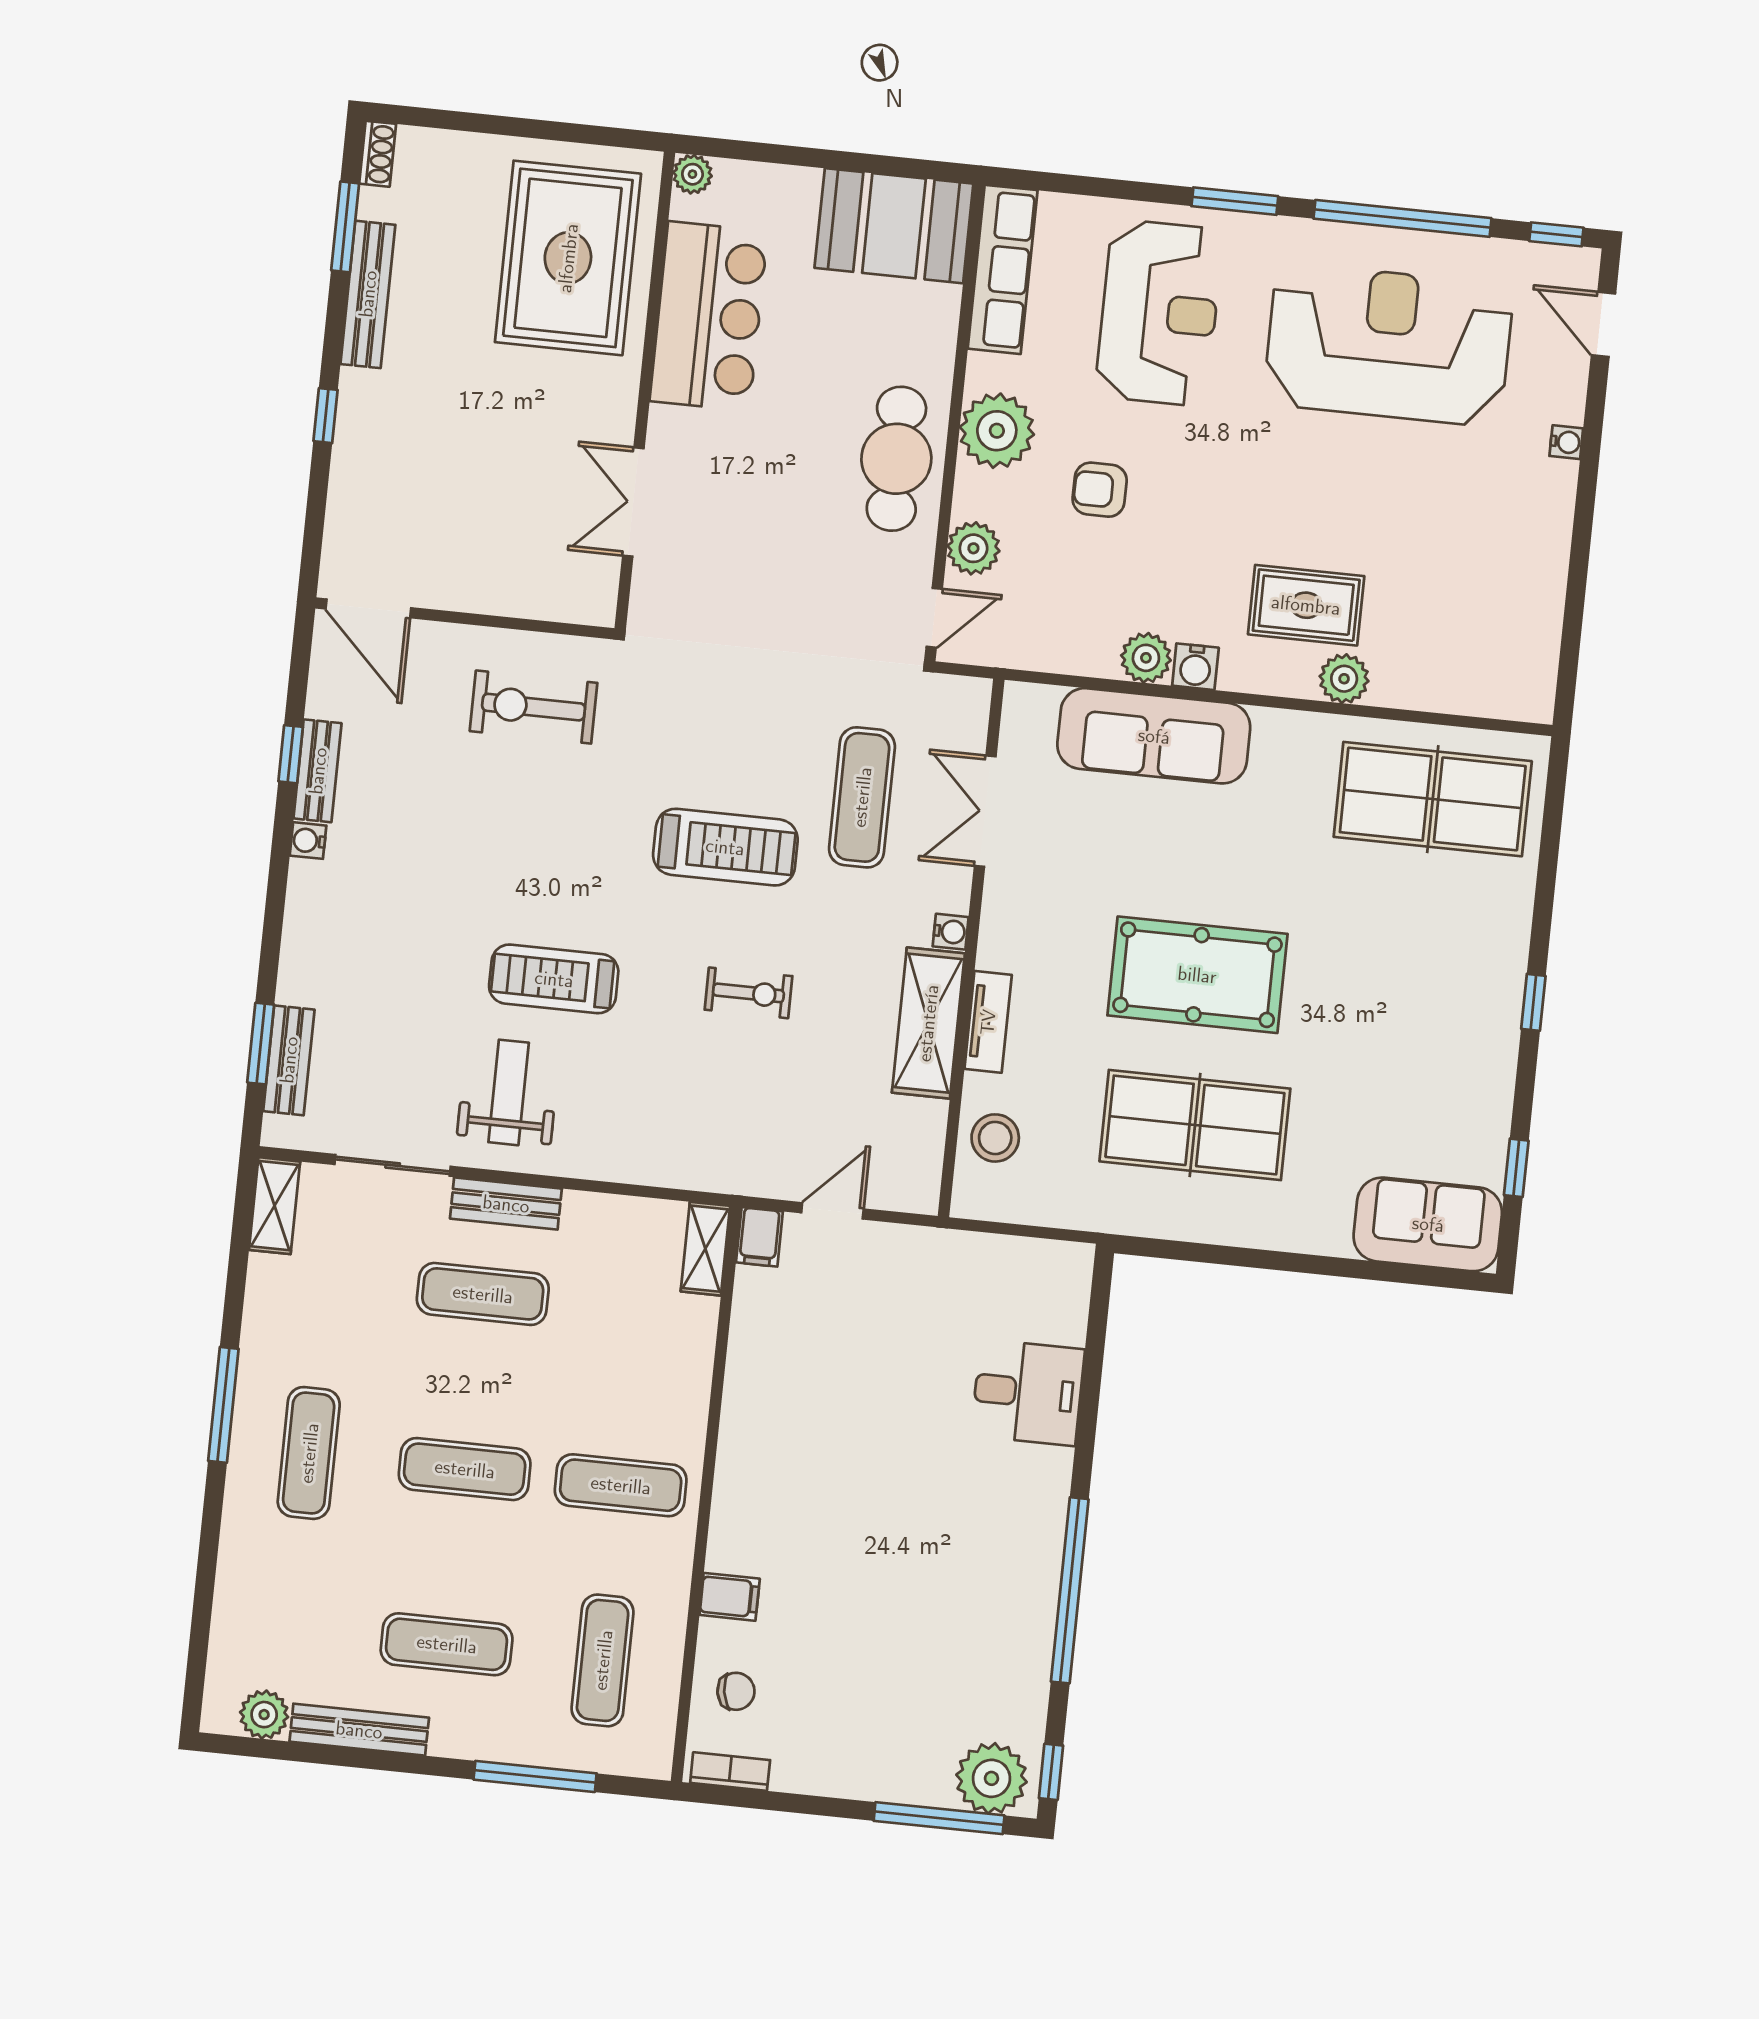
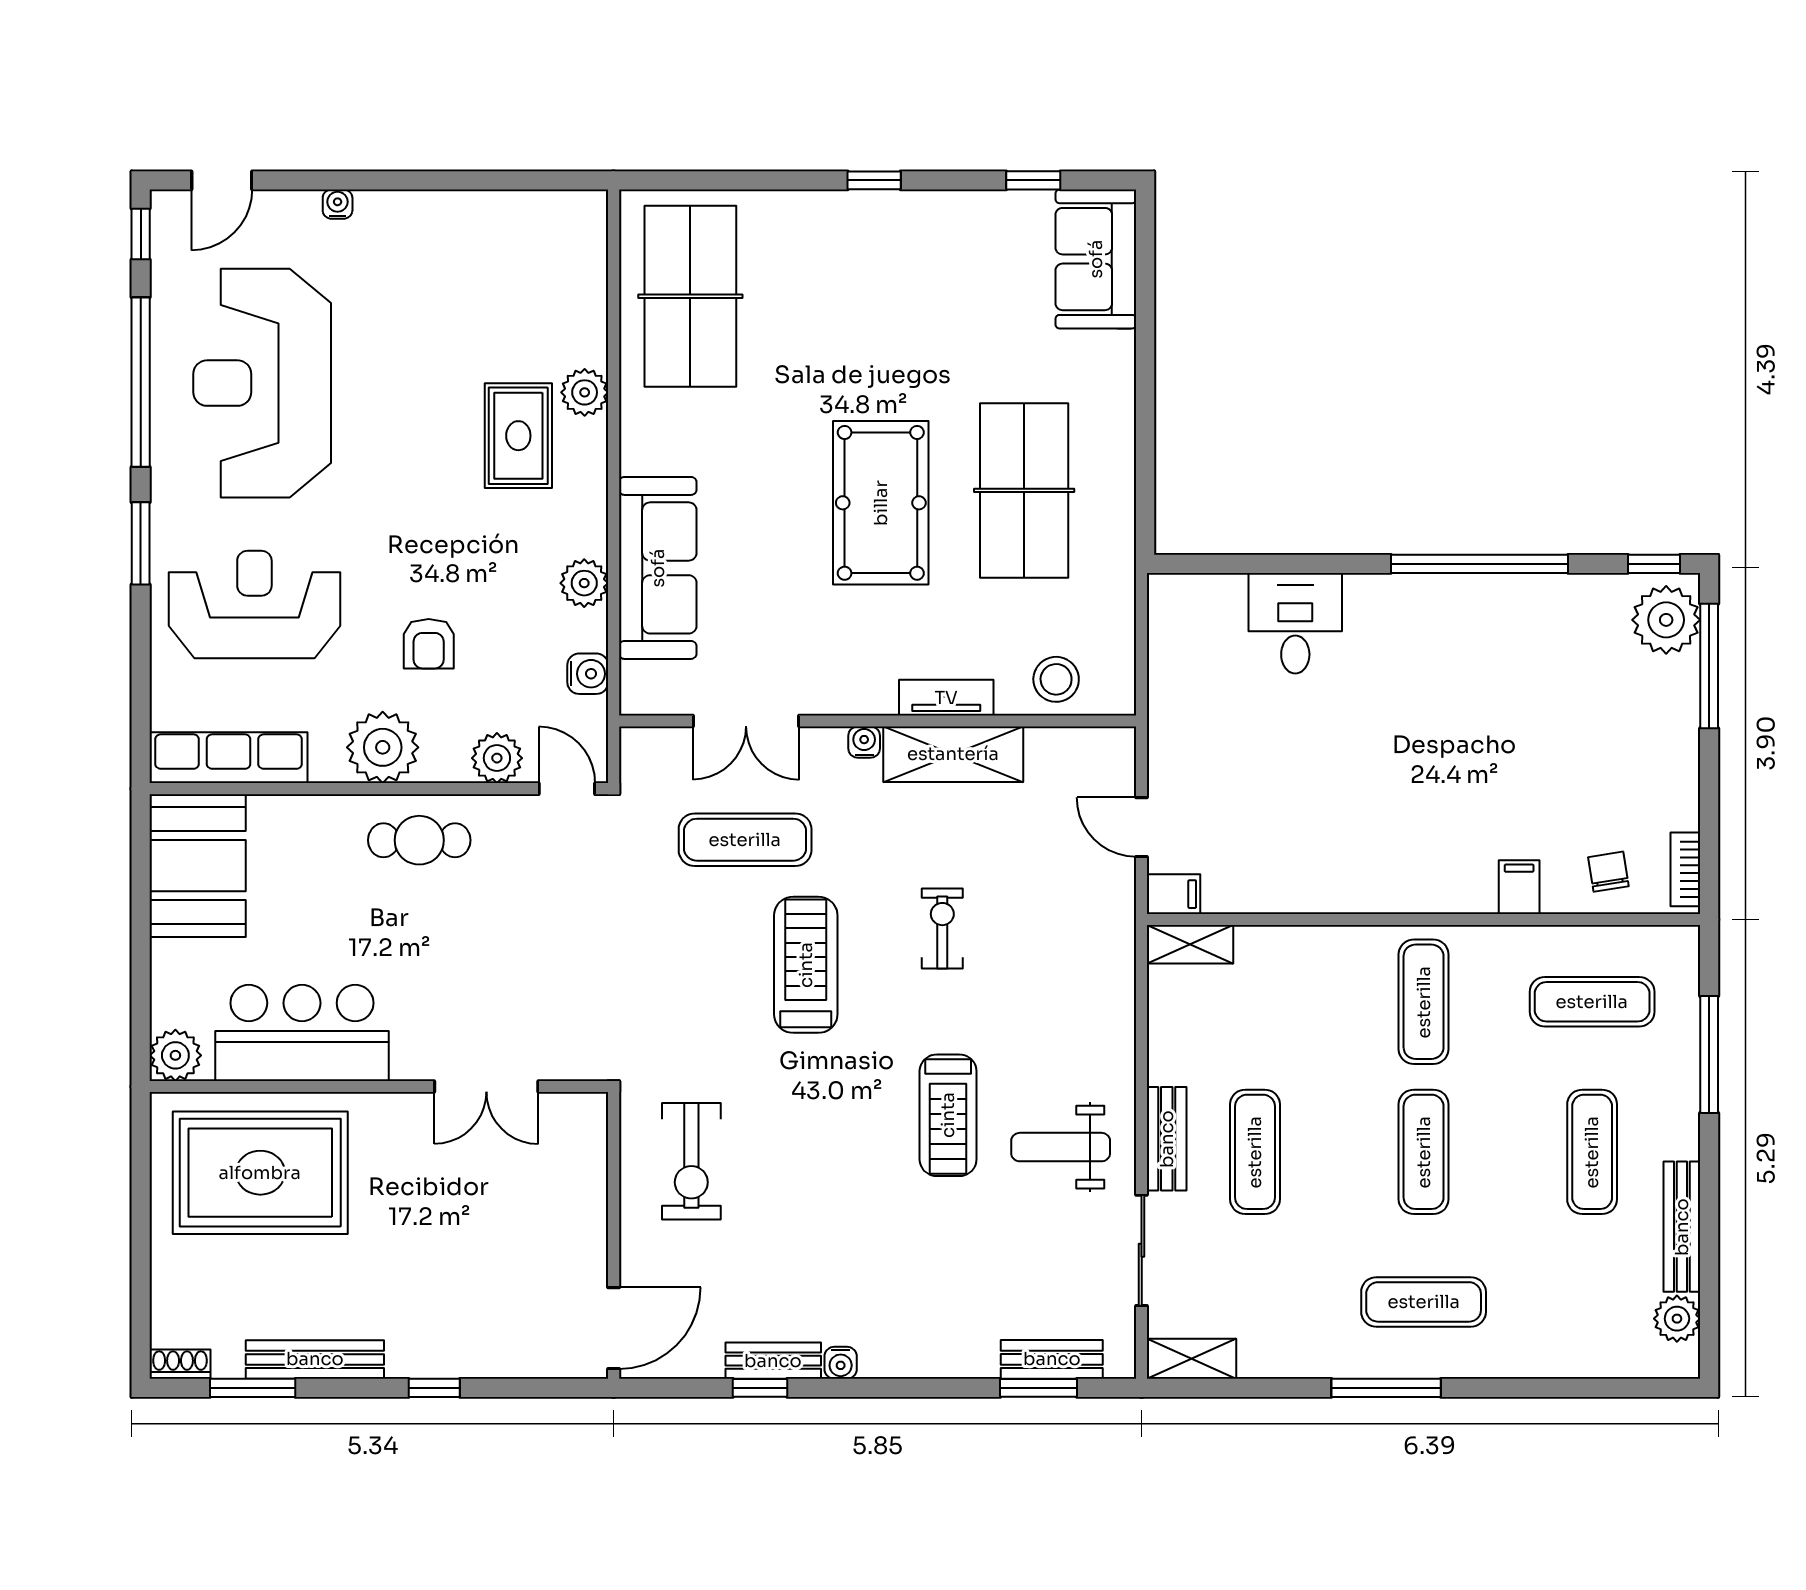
plant: (692, 174) -> (175, 1055), width x1.38, depth x1.38
cafe table: (896, 459) -> (419, 840), width x0.73, depth x0.74
water cooler: (1195, 667) -> (588, 674), moved

